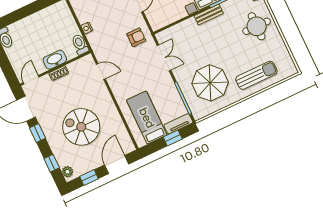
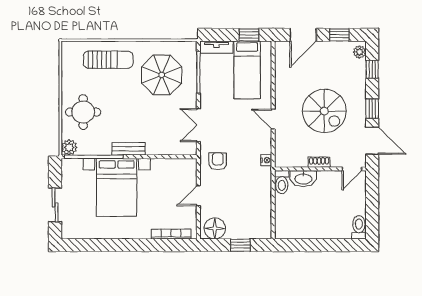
nightstand: (87, 28) -> (266, 160), moved
armchair: (136, 37) -> (218, 161), turned 90
washbasin: (55, 60) -> (303, 179), moved
door: (101, 72) -> (273, 119), moved
sun lounger: (256, 75) -> (108, 60), turned 180
spiral stairs: (81, 127) -> (324, 111), moved
window: (173, 138) -> (249, 35), moved

